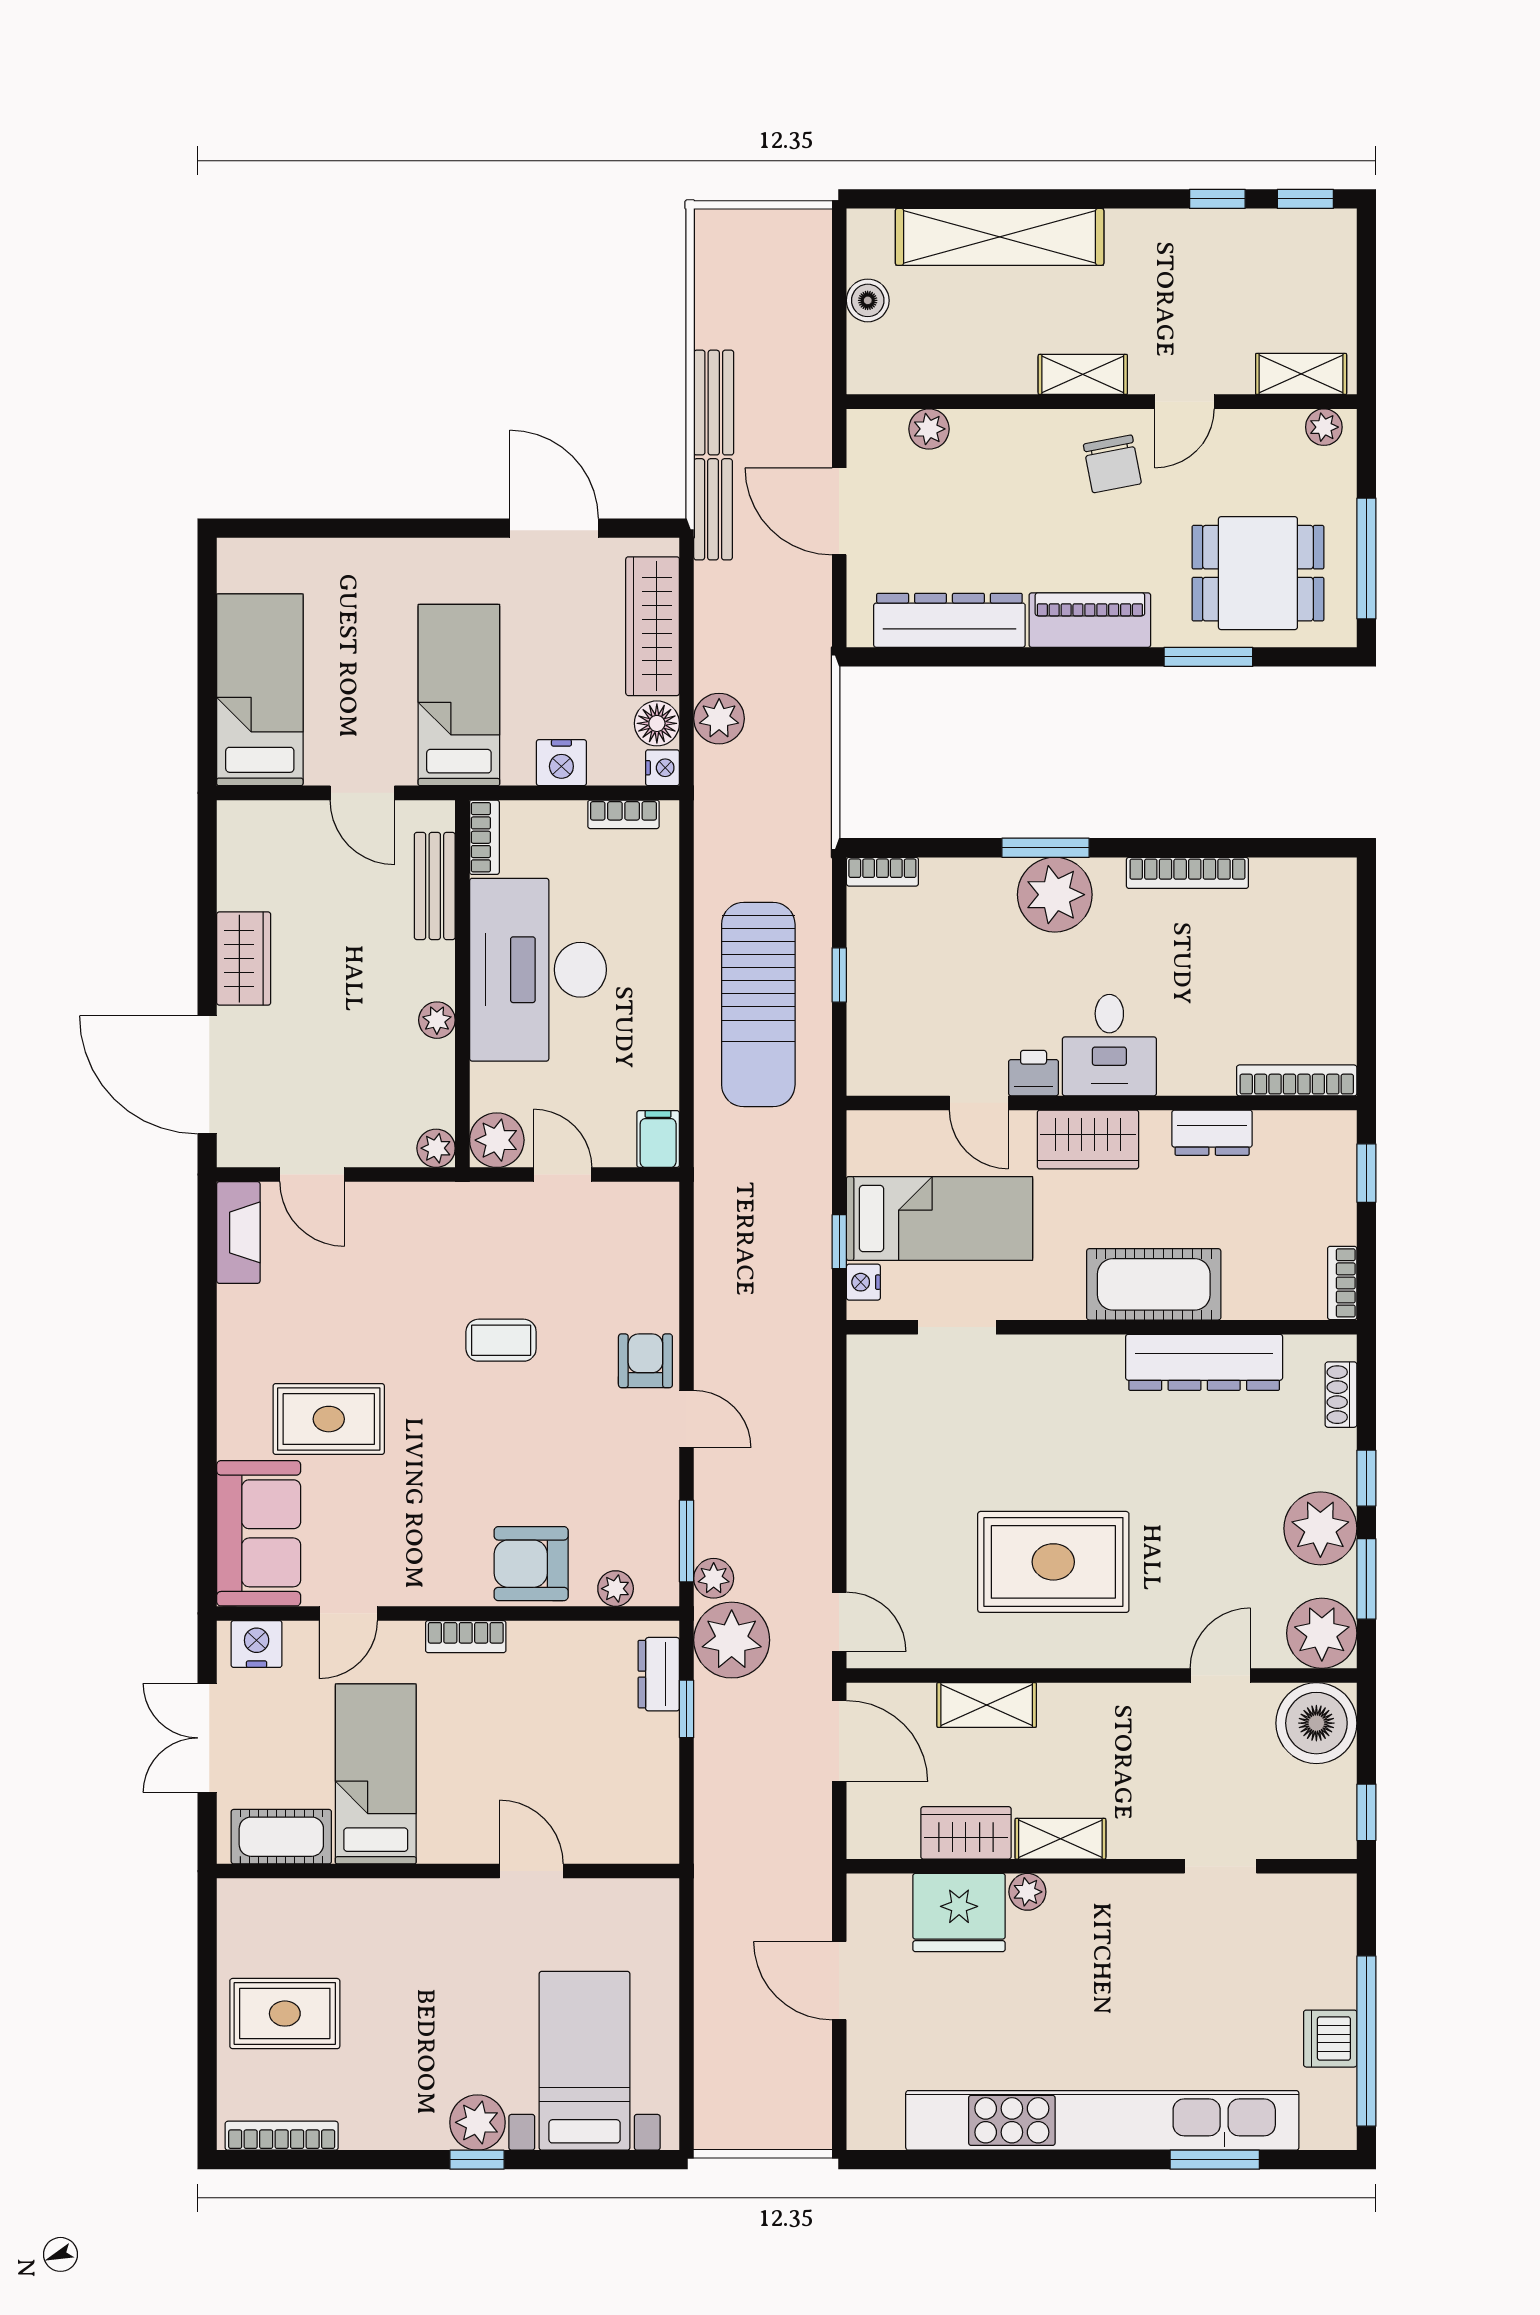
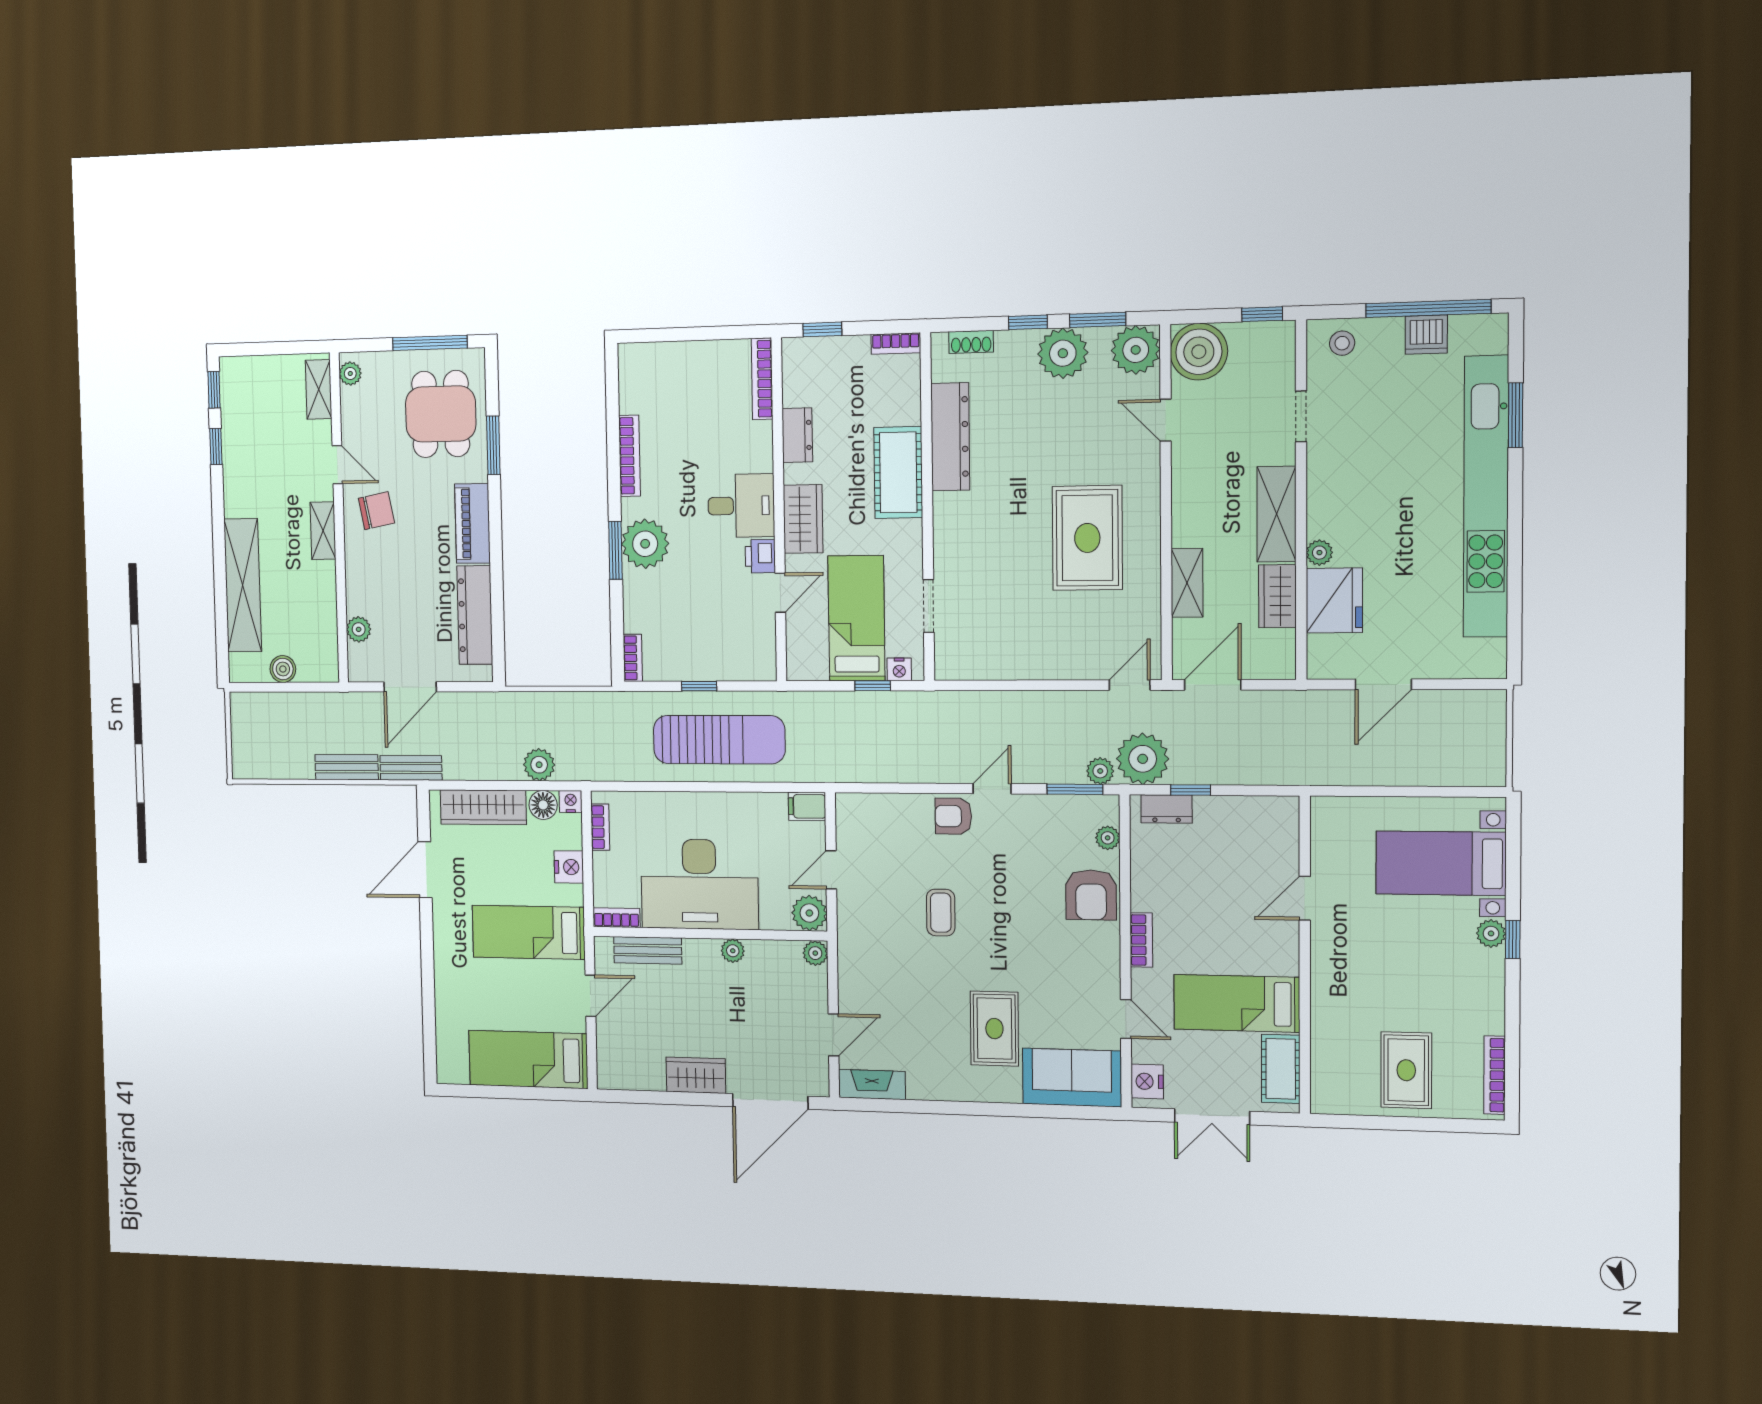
shelving: (1060, 1839) -> (1277, 514), width x1.50, depth x1.33
stool: (1322, 1923) -> (1342, 343), added
plant: (477, 2122) -> (1491, 933), width x0.73, depth x0.73

